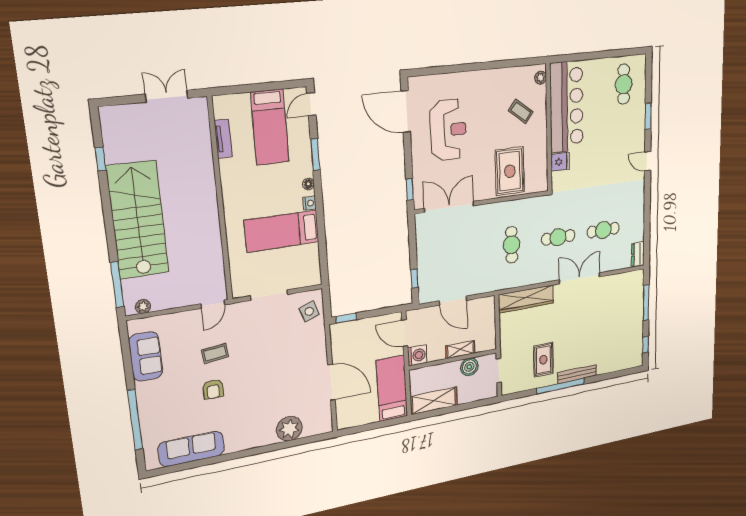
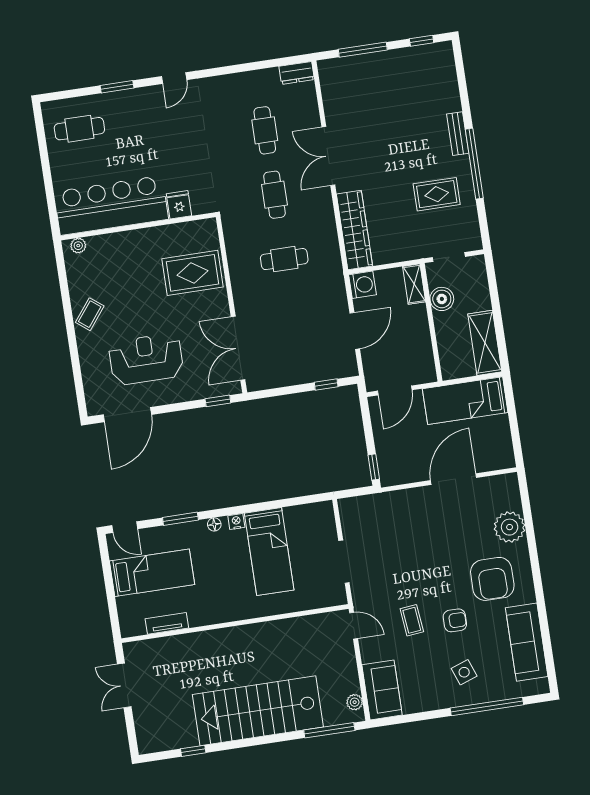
coffee table: (521, 111) -> (90, 314), moved
side table: (309, 311) -> (464, 672), moved
shelving: (460, 350) -> (414, 284), moved
washing machine: (417, 355) -> (362, 285), moved, turned 90
sofa: (146, 356) -> (382, 690), moved, turned 90
bench: (577, 374) -> (458, 134), width x0.73
armchair: (247, 418) -> (492, 579), added

